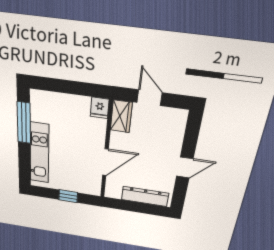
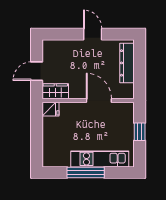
window: (24, 123) -> (86, 172), moved

